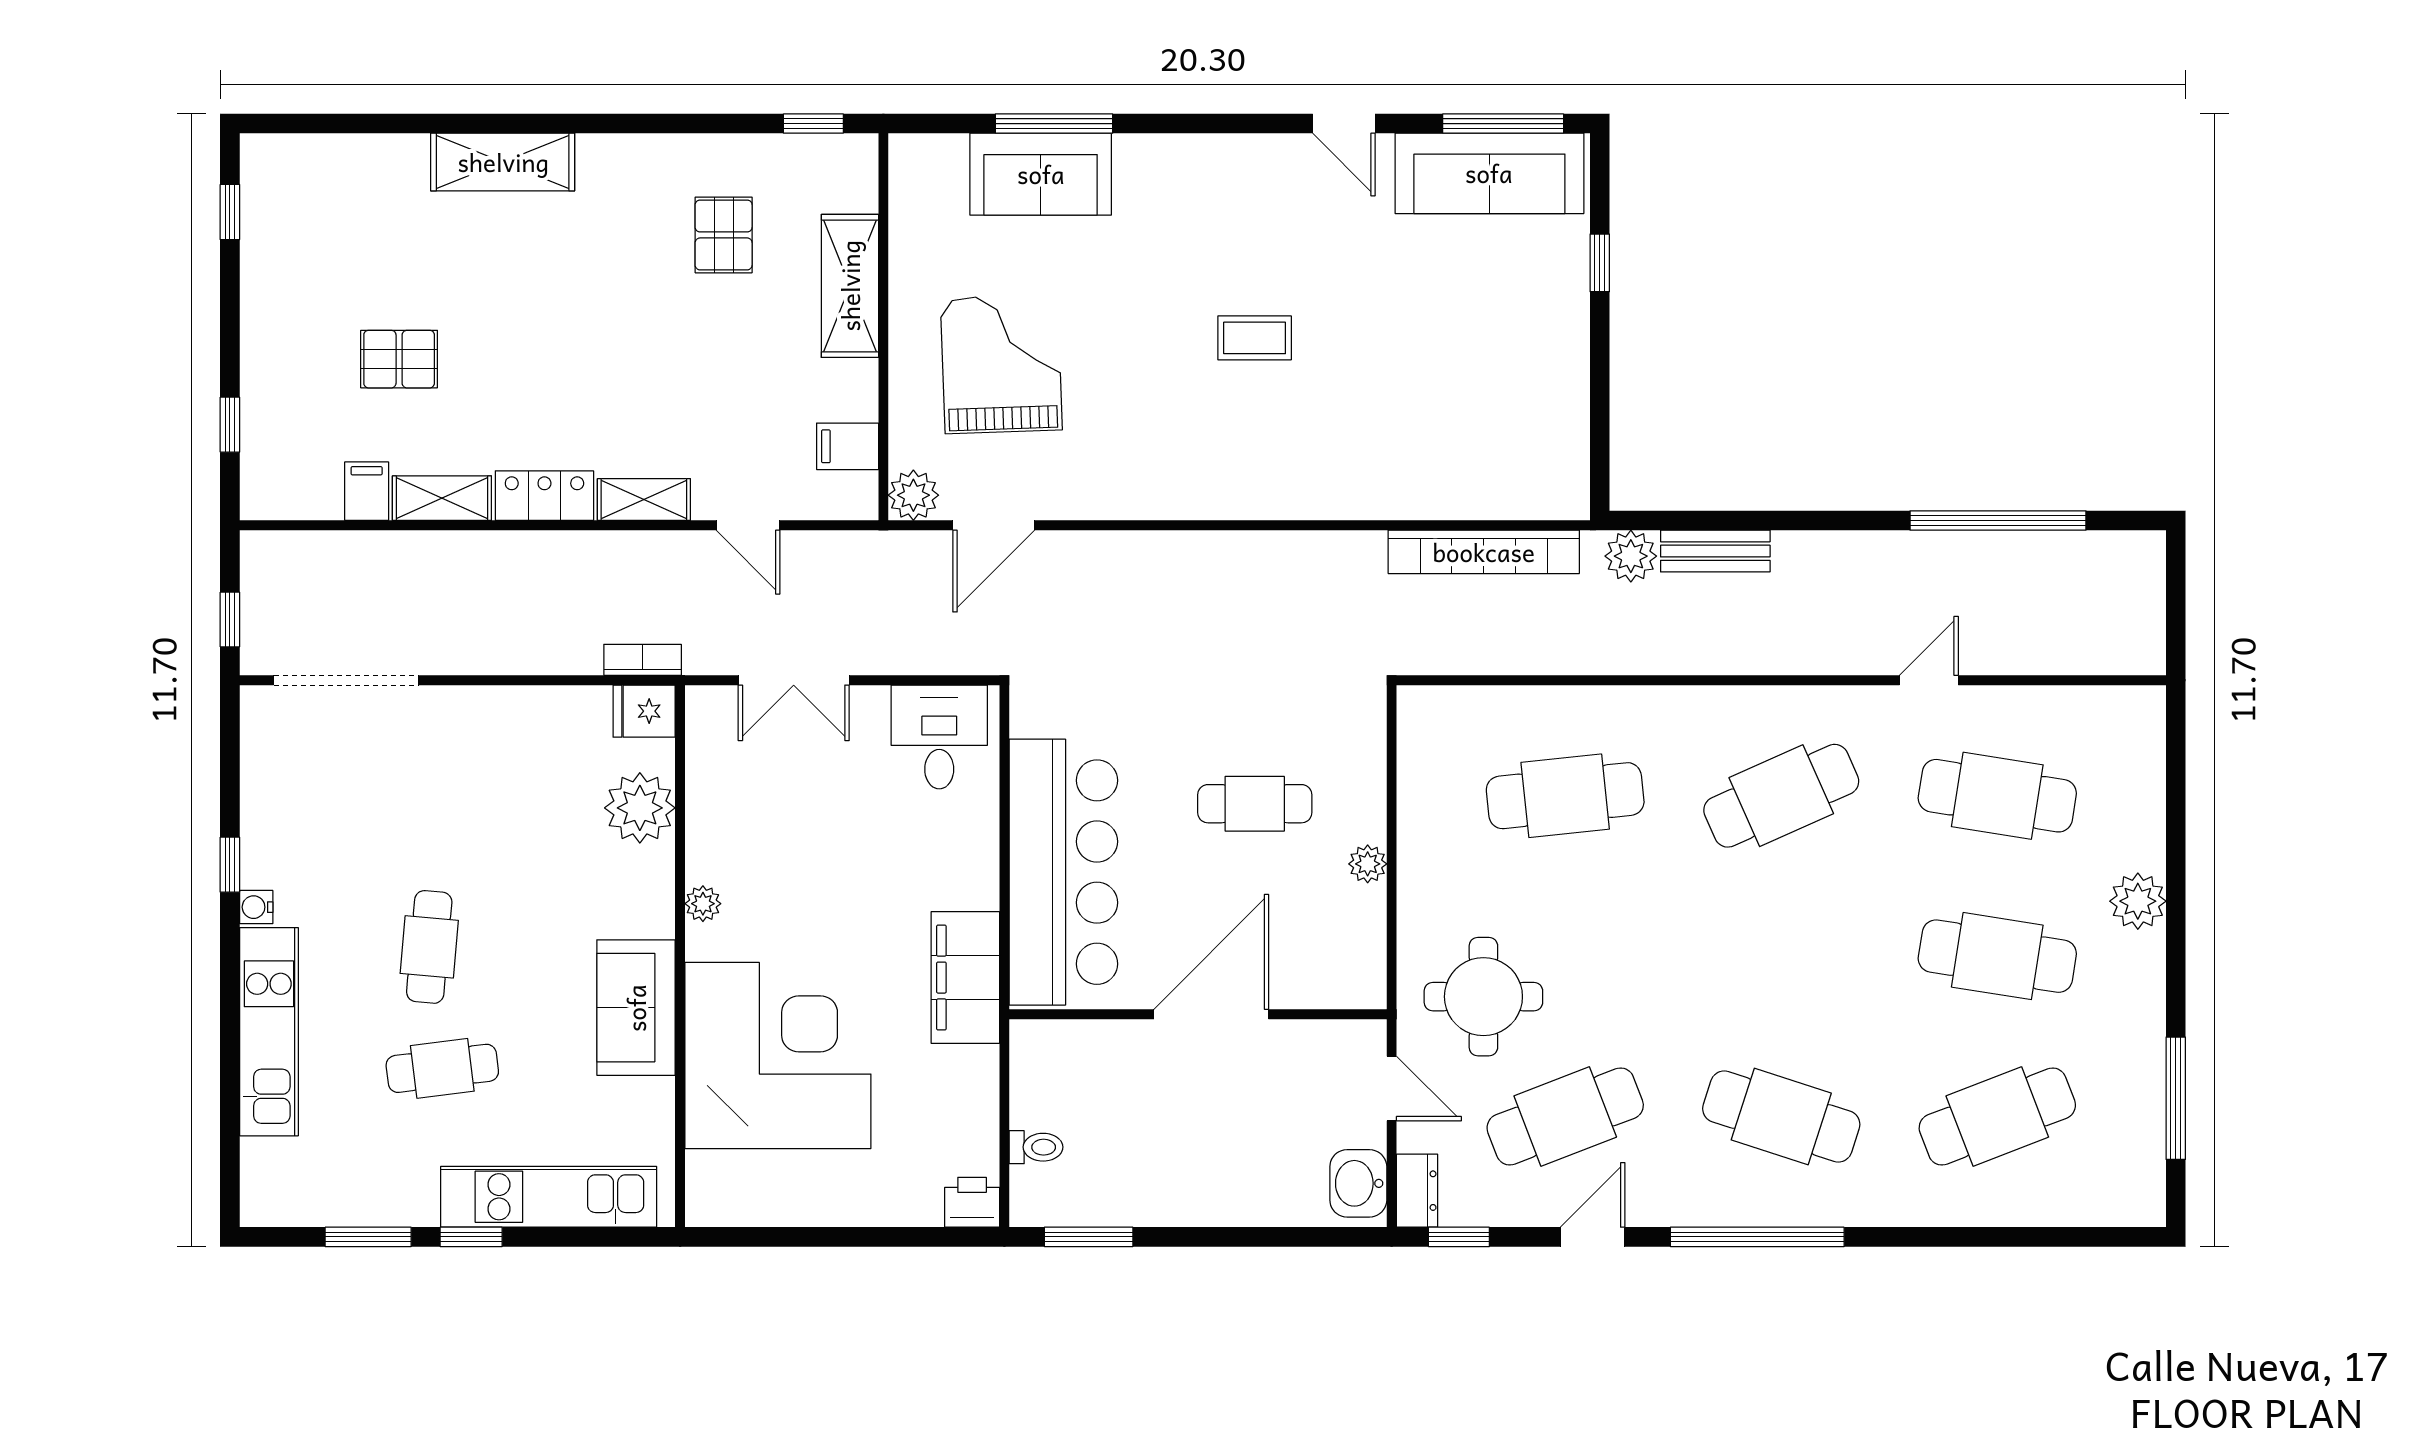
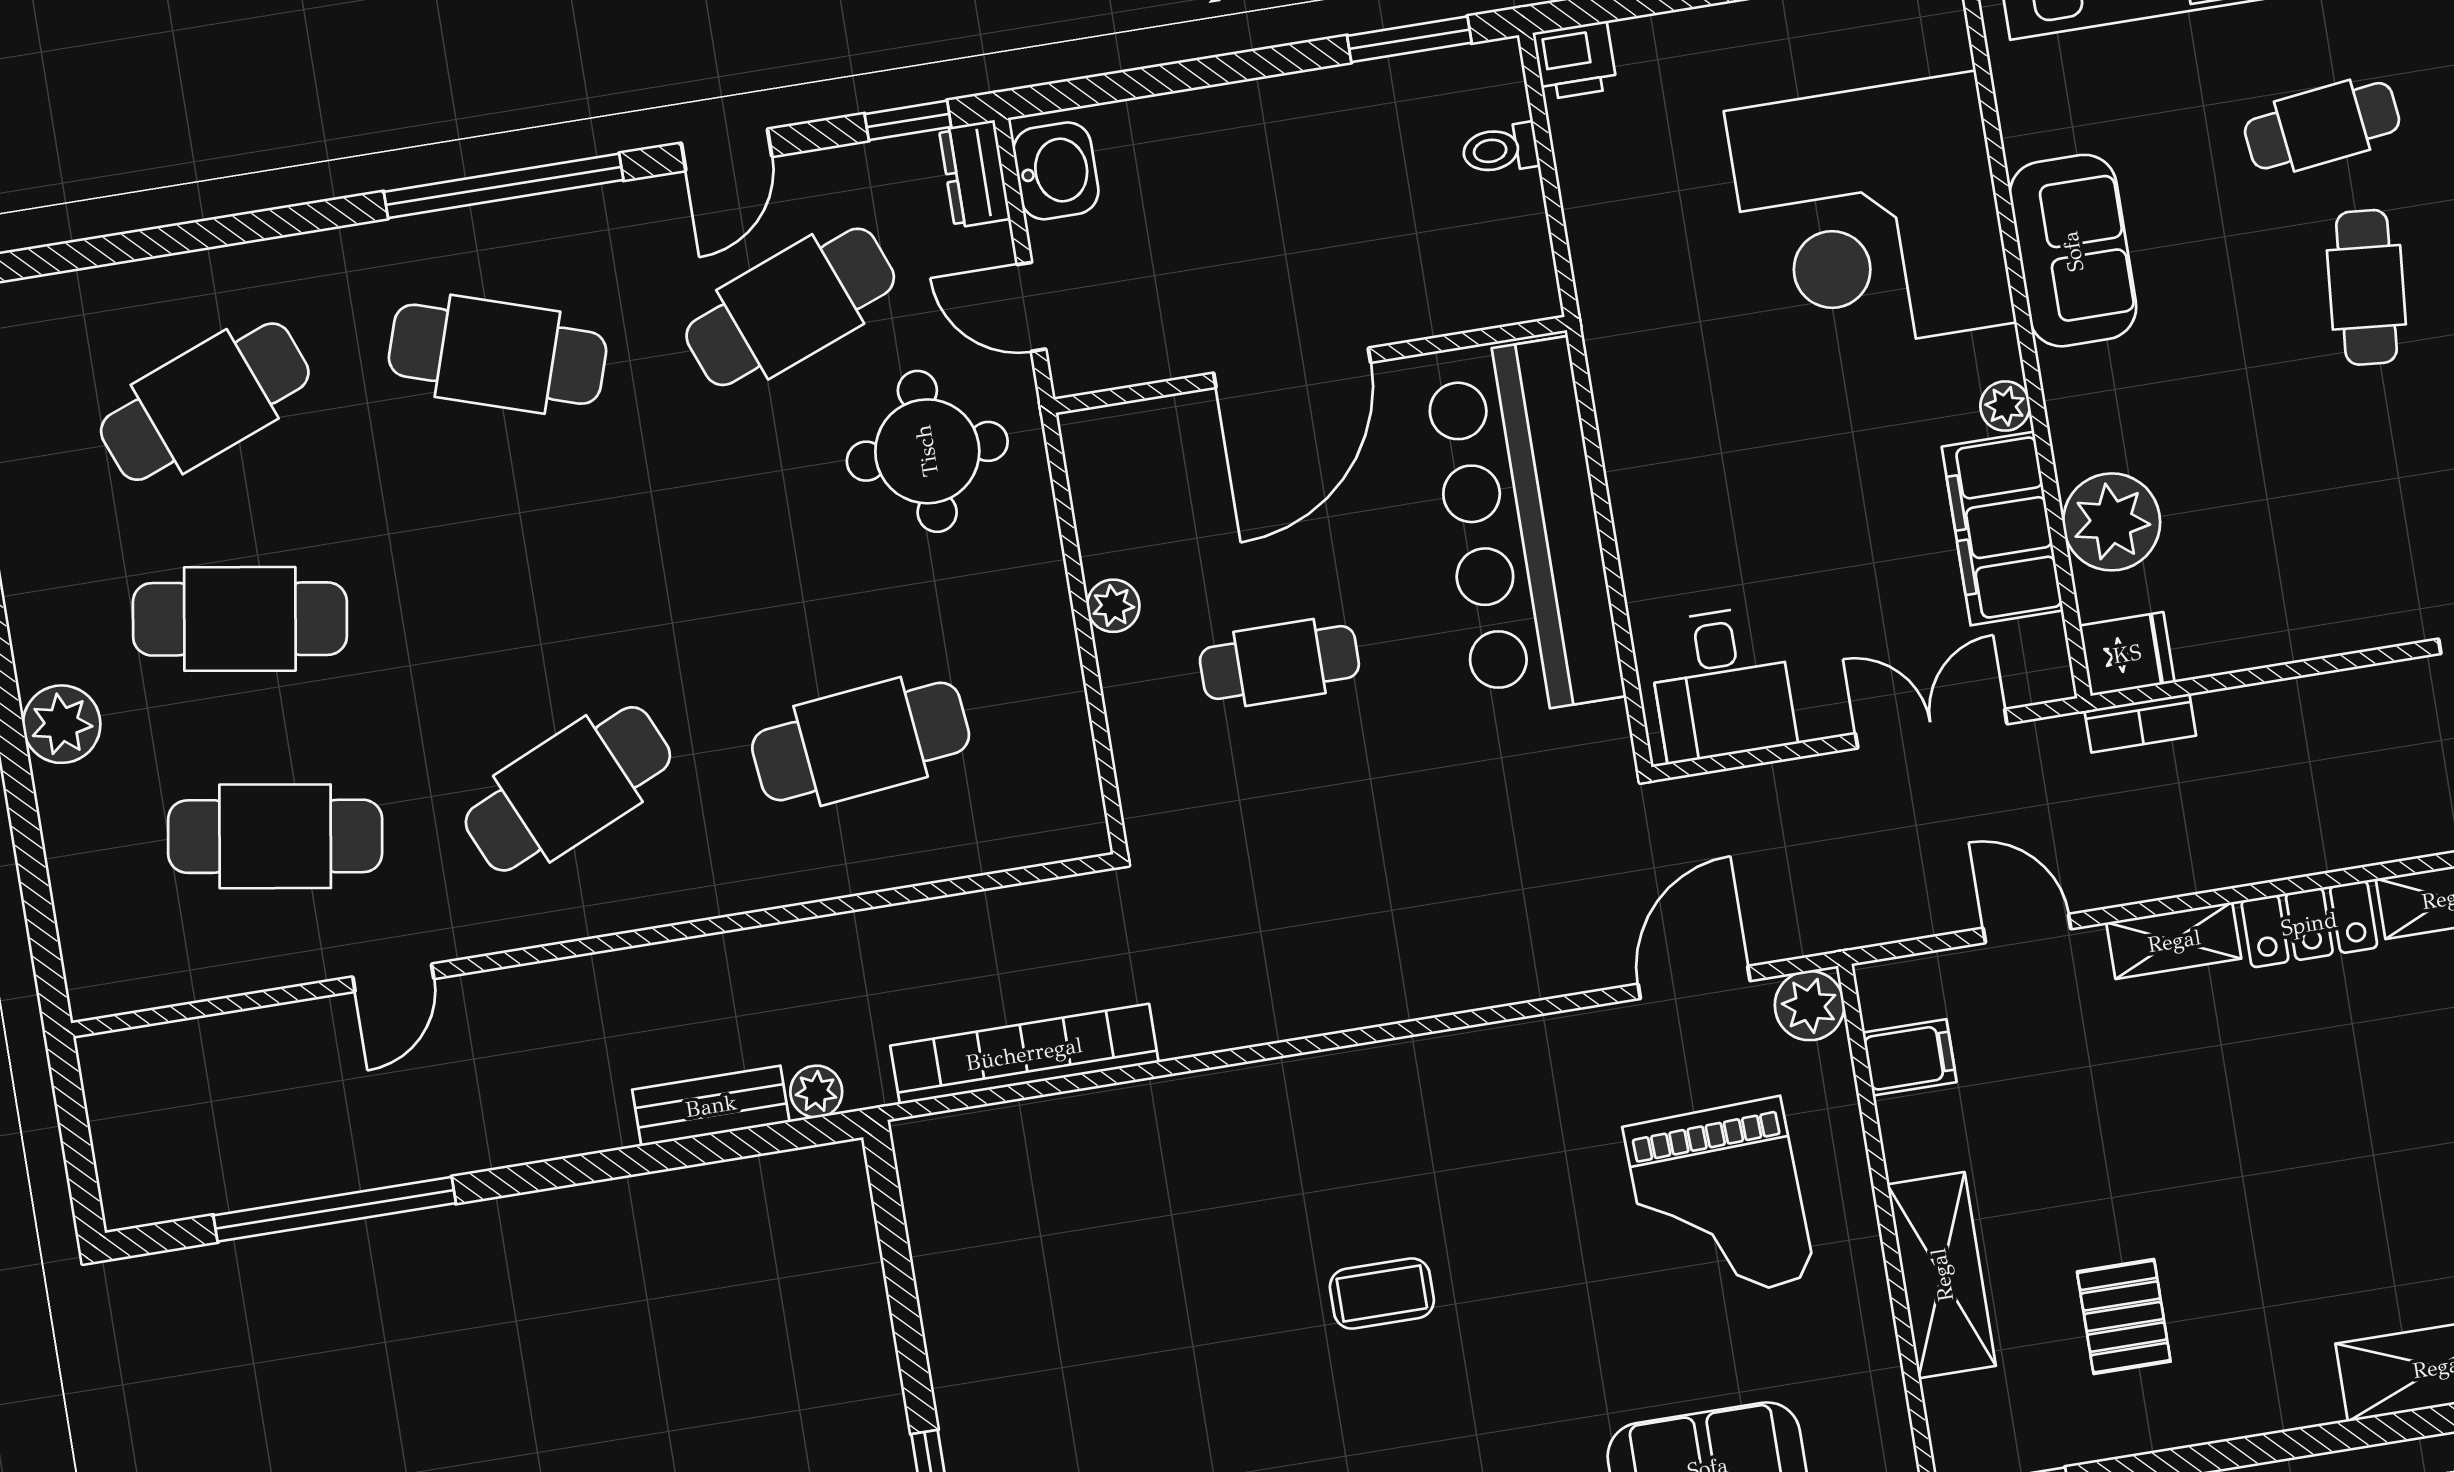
plant: (1631, 556) -> (816, 1092), width x0.73, depth x0.73
filing cabinet: (965, 978) -> (2002, 529), moved, turned 180

